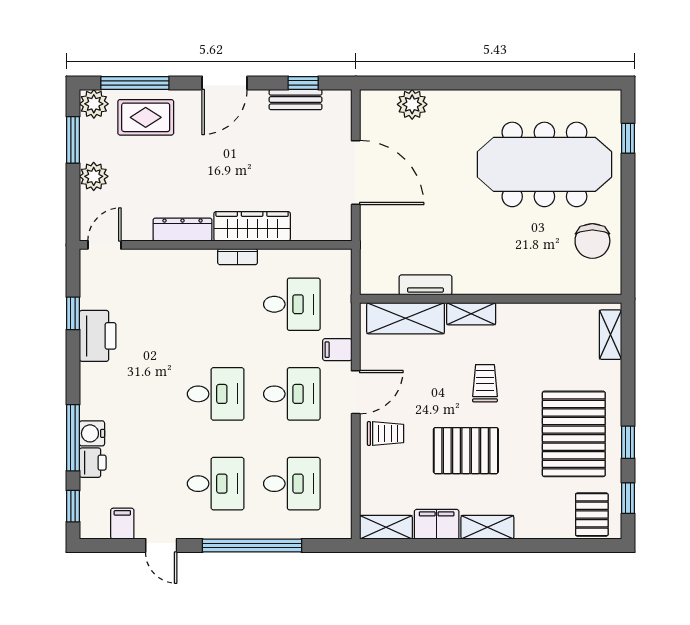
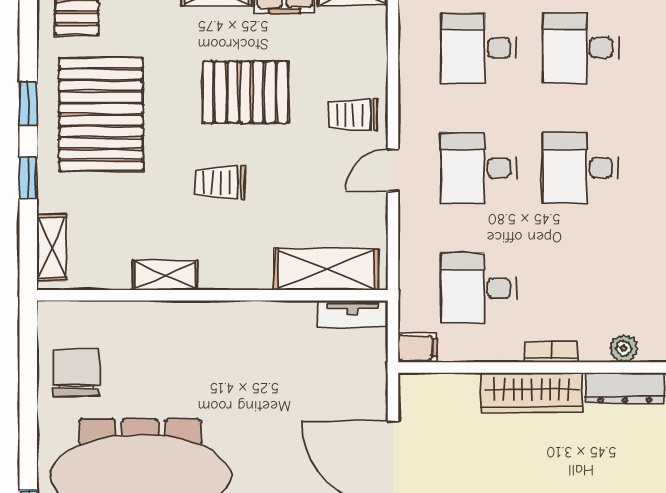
plant: (184, 259) -> (624, 348), added
tv unit: (425, 285) -> (353, 314), moved
shelving: (471, 314) -> (165, 275), moved
filing cabinet: (337, 350) -> (418, 348), moved
trolley: (485, 383) -> (220, 182), turned 90
door: (356, 392) -> (393, 170), width x0.73
window: (628, 498) -> (28, 178), moved

